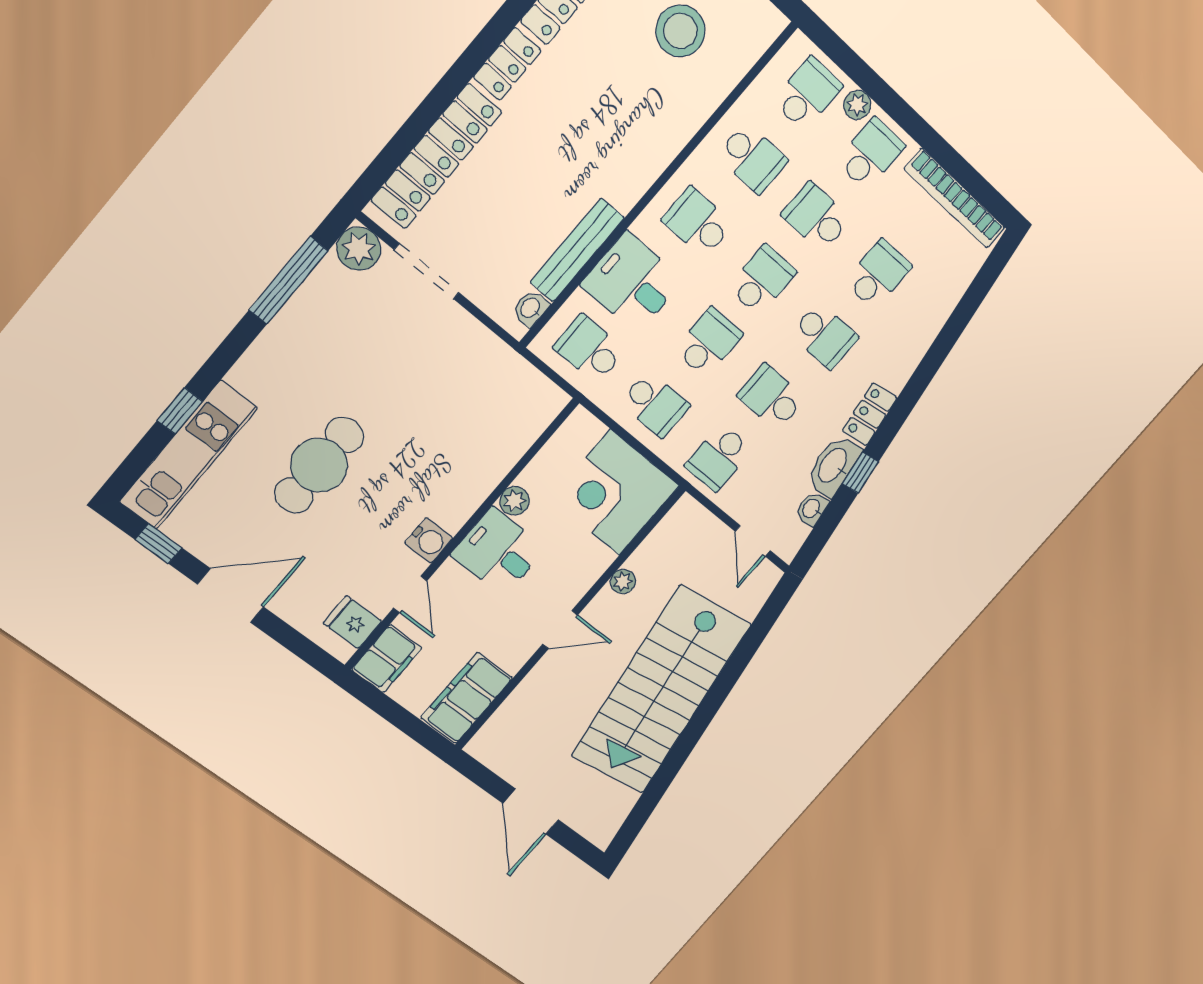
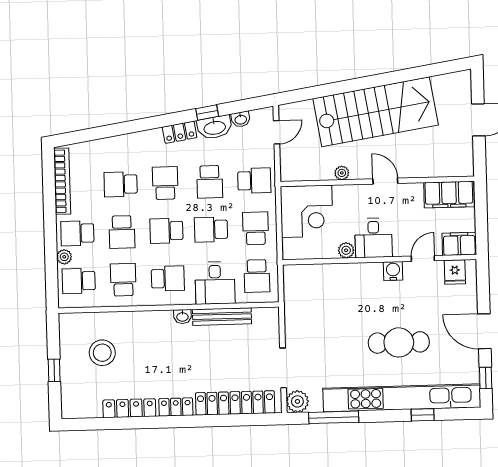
school desk: (698, 222) -> (168, 278), turned -90
washbasin: (531, 308) -> (182, 317), moved
kitchen unit: (188, 455) -> (402, 398), width x1.86

